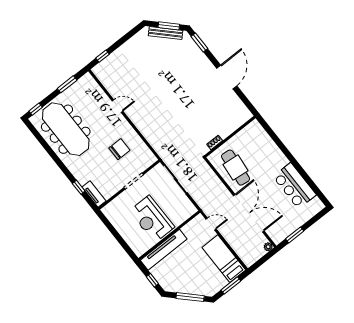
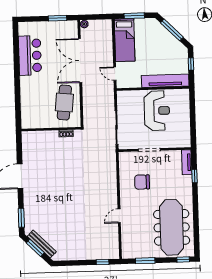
door: (117, 106) -> (119, 216), hinge flipped

